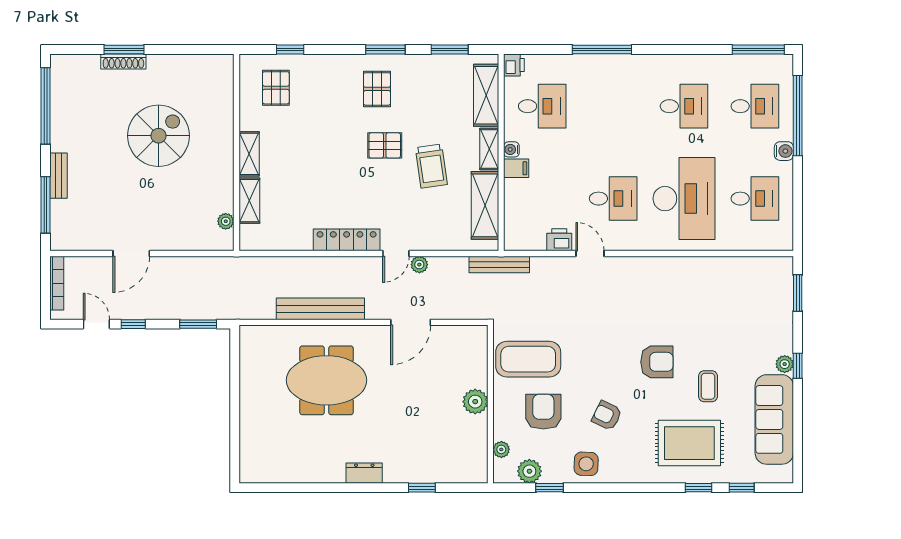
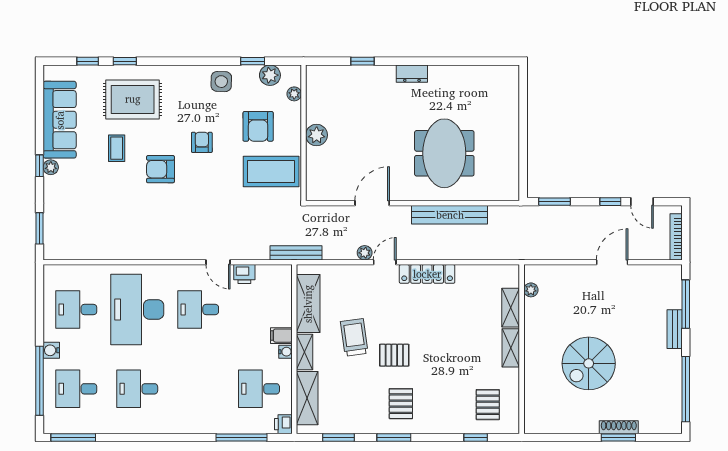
window: (602, 50) -> (242, 438), moved
meeting table: (327, 380) -> (444, 153), turned 90
armchair: (607, 416) -> (202, 142), moved, turned -116

